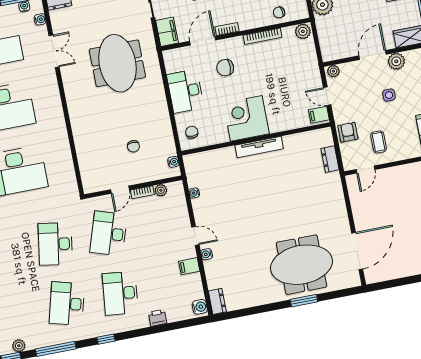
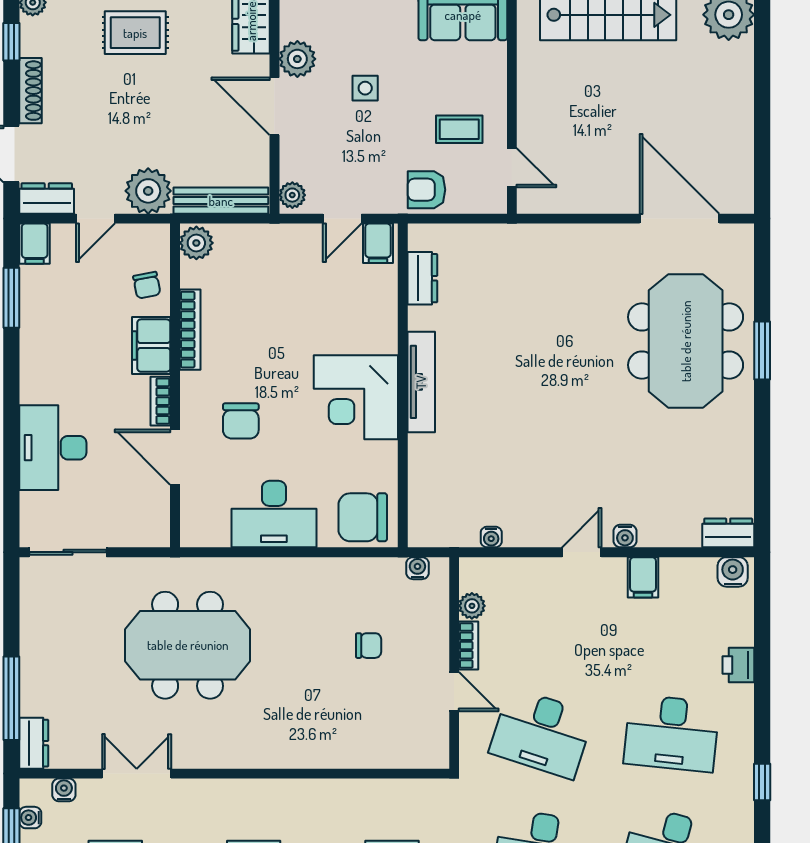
filing cabinet: (167, 32) -> (151, 346), moved, turned -90
bench: (325, 39) -> (221, 201), added
chair: (192, 132) -> (363, 517), width x1.87, depth x1.87
dresser: (330, 159) -> (422, 278), moved, turned -90

